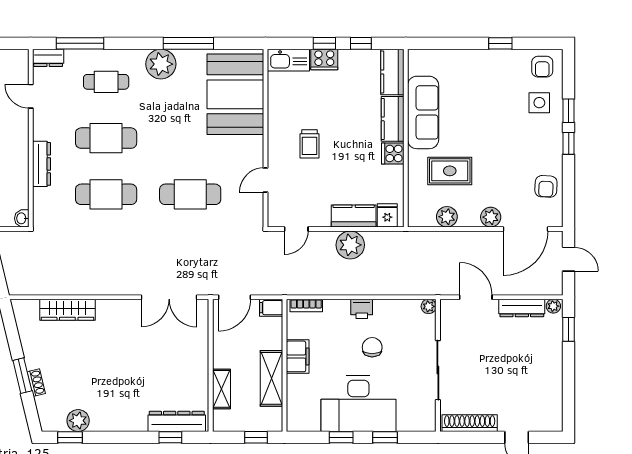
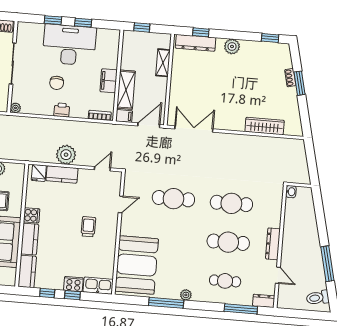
plant: (161, 64) -> (186, 295), width x0.53, depth x0.53
dresser: (41, 164) -> (273, 244), moved
shelving: (271, 378) -> (126, 90), moved
plant: (78, 421) -> (232, 46), moved

